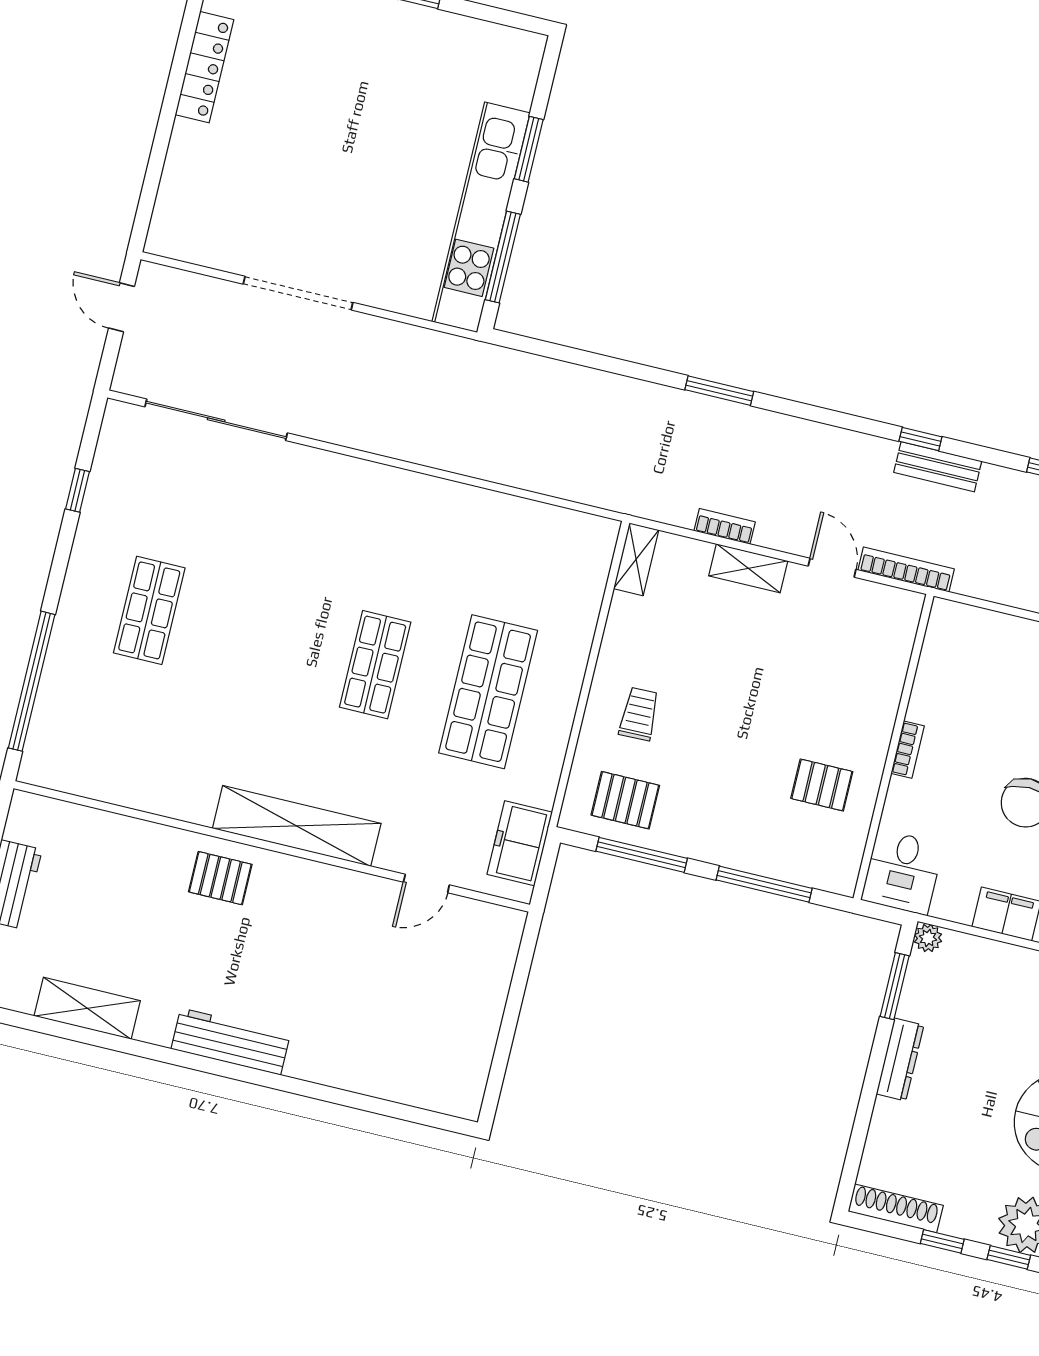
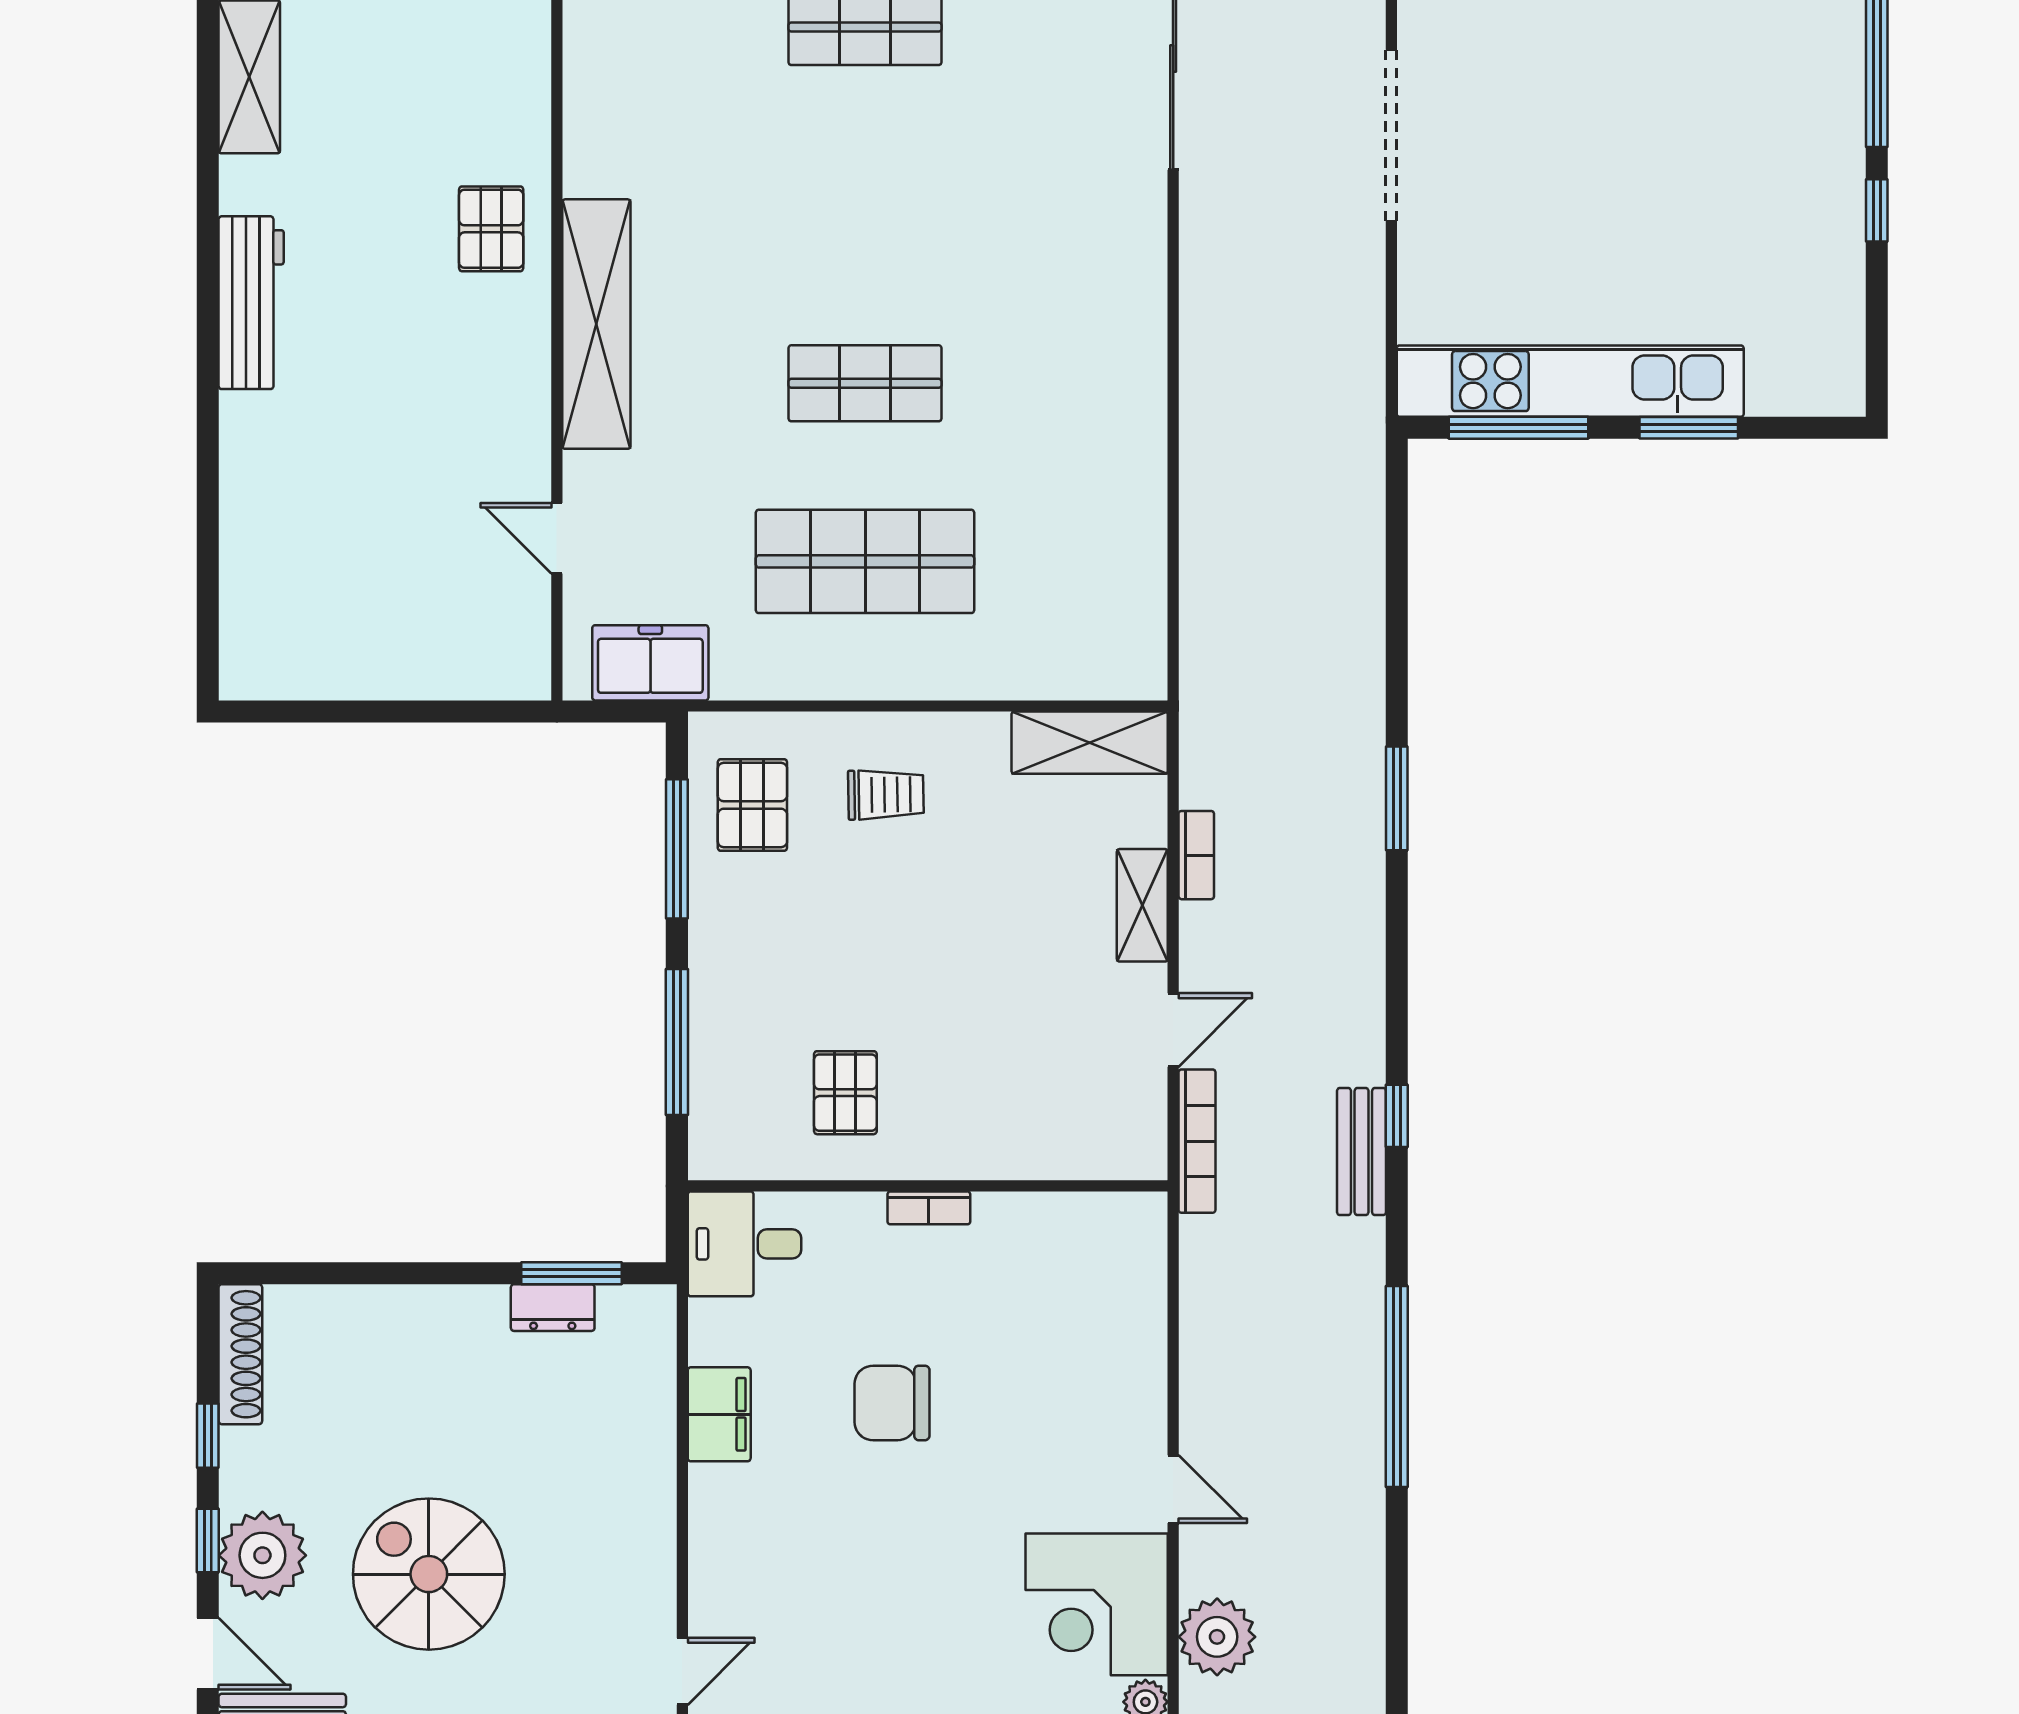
shelving: (636, 559) -> (1090, 743), width x1.50, depth x1.33
plant: (928, 938) -> (655, 1306), removed
dresser: (900, 1060) -> (553, 1308), moved, width x0.70

